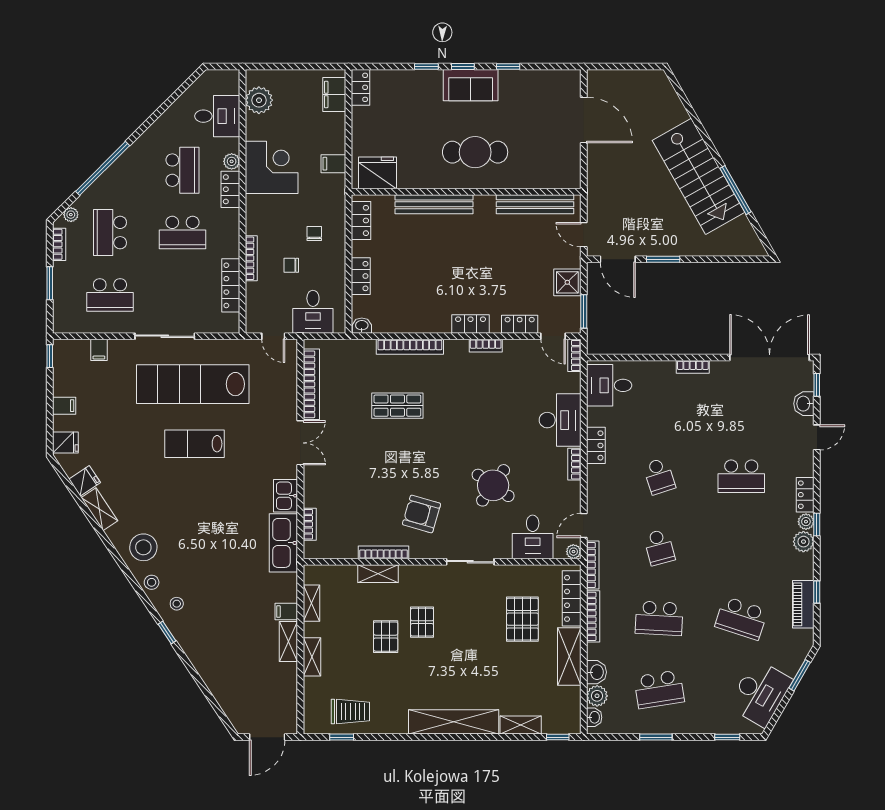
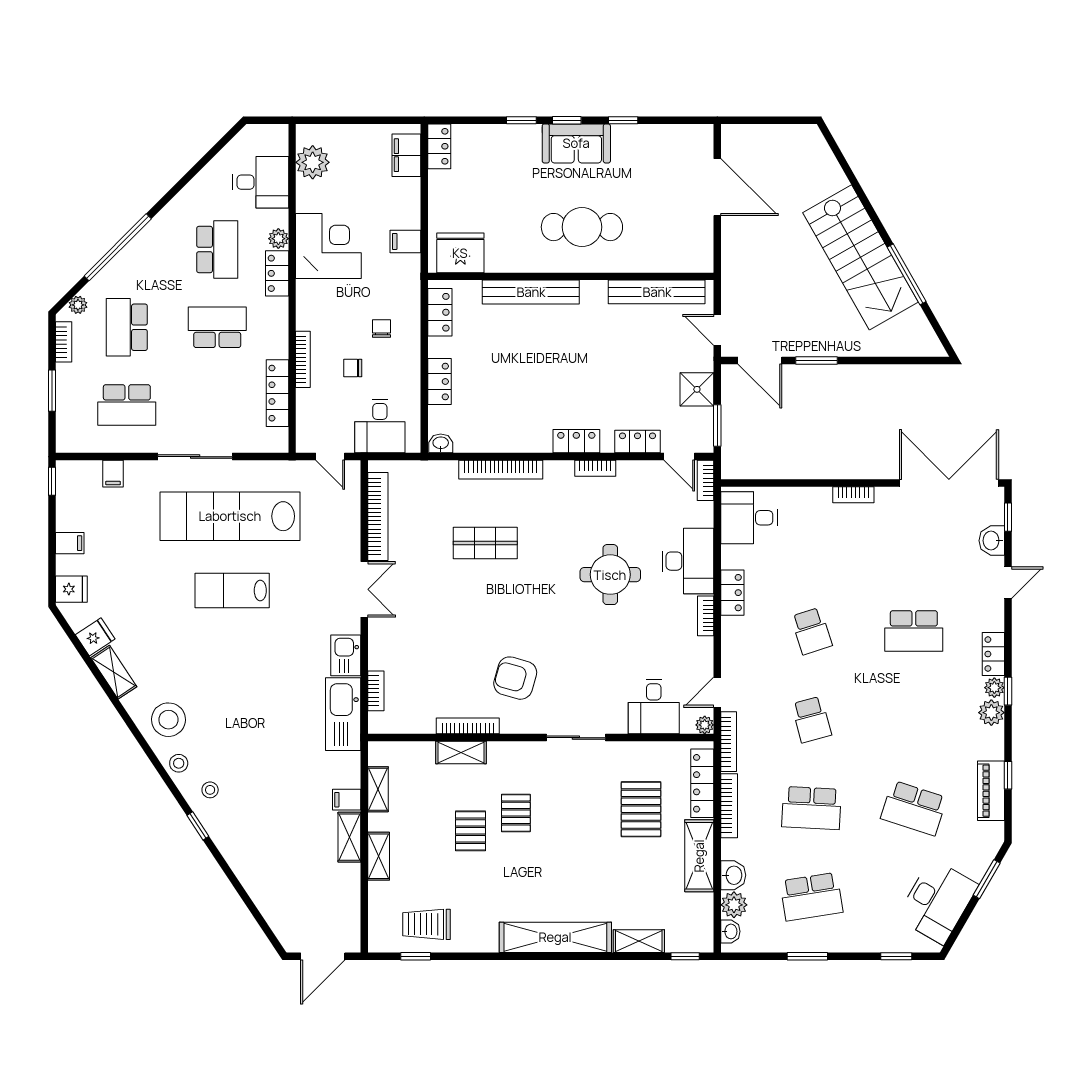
school desk: (182, 233) -> (217, 327), turned 180
round table: (493, 485) -> (610, 575), moved, turned -35
trolley: (350, 712) -> (426, 924), turned 180

